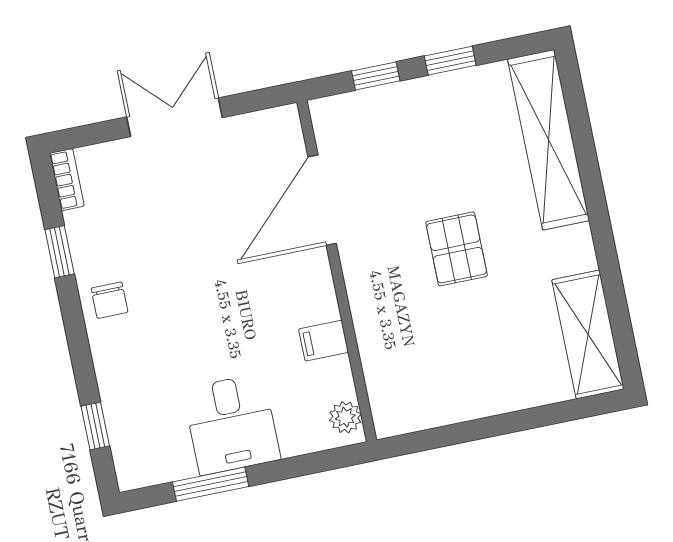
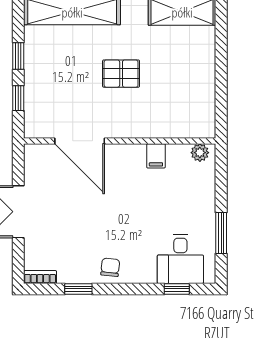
chair: (110, 300) -> (110, 267), turned -84
desk: (232, 424) -> (180, 259), moved, turned 90

